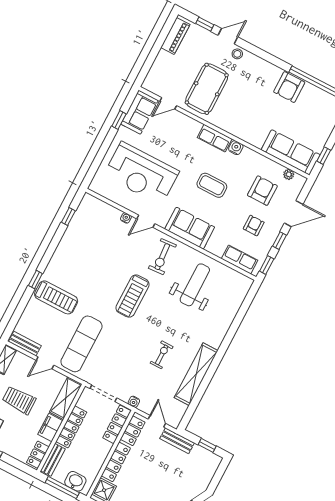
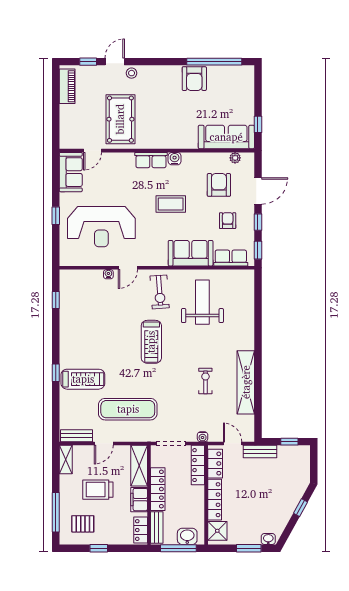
window: (119, 120) -> (56, 216), moved
sofa: (190, 228) -> (191, 253), moved
exercise mat: (81, 344) -> (128, 409), turned 90

